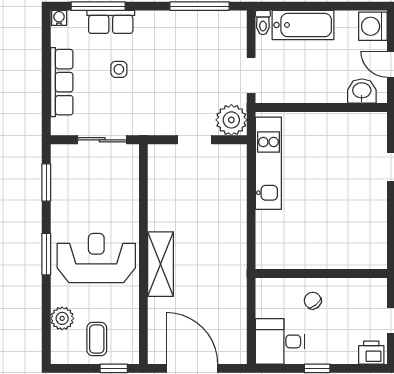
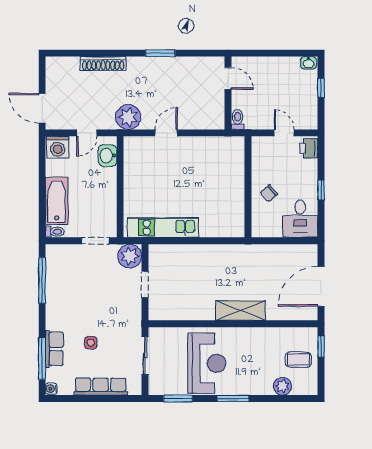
reception desk: (96, 258) -> (207, 363), moved, turned 180

